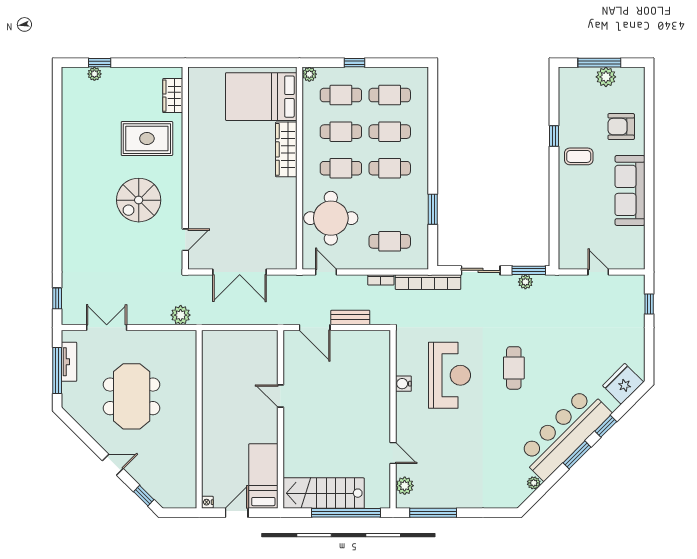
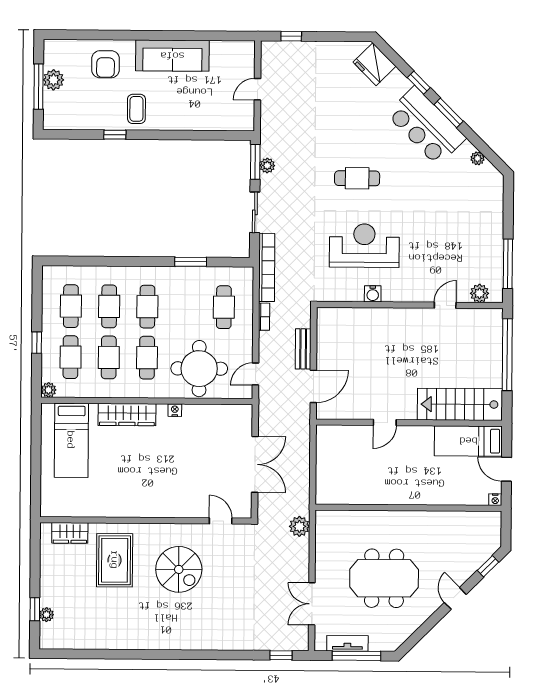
bed: (261, 97) -> (71, 440), width x0.67
nightstand: (291, 195) -> (175, 410), added
bar counter: (564, 434) -> (426, 126), width x0.73
stairs: (324, 493) -> (460, 404), moved, turned 90

